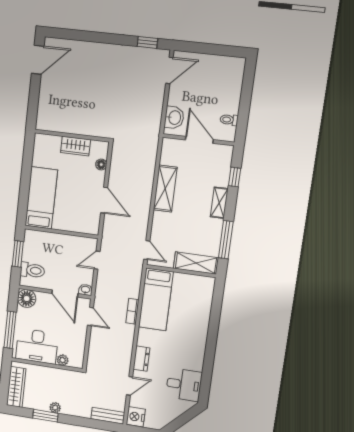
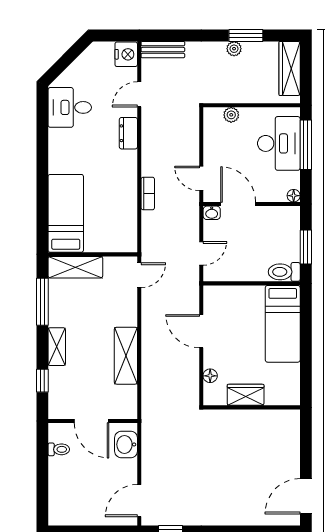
door: (147, 250) -> (139, 275), swing flipped
toilet: (32, 270) -> (284, 272), moved
floor lamp: (27, 298) -> (294, 196), width x0.53, depth x0.53
bed: (156, 299) -> (66, 213), moved
desk: (37, 346) -> (279, 143), moved, turned 90

